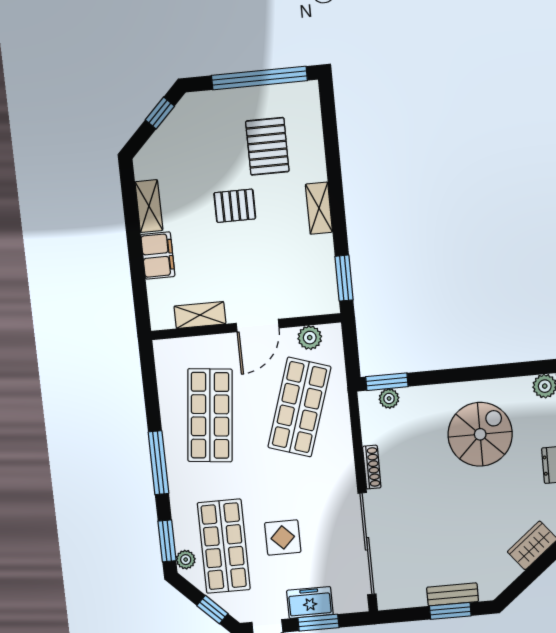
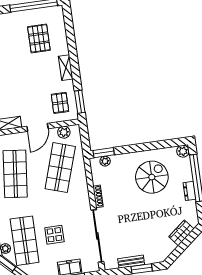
pallet: (235, 206) -> (60, 103), moved, turned 90
bench: (453, 594) -> (131, 262), moved

